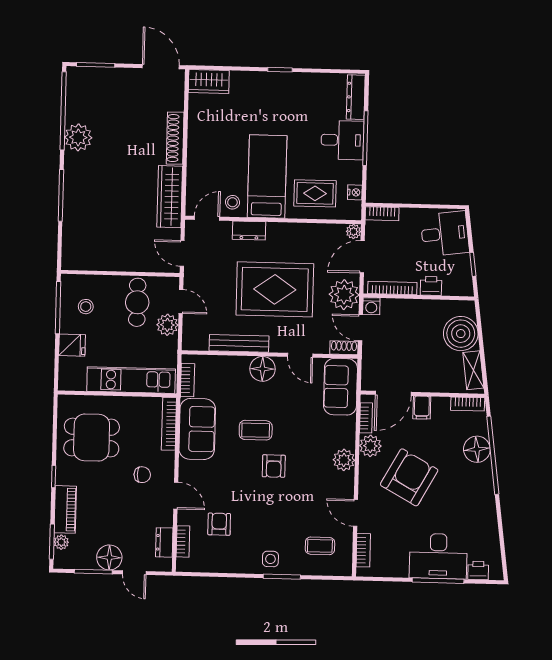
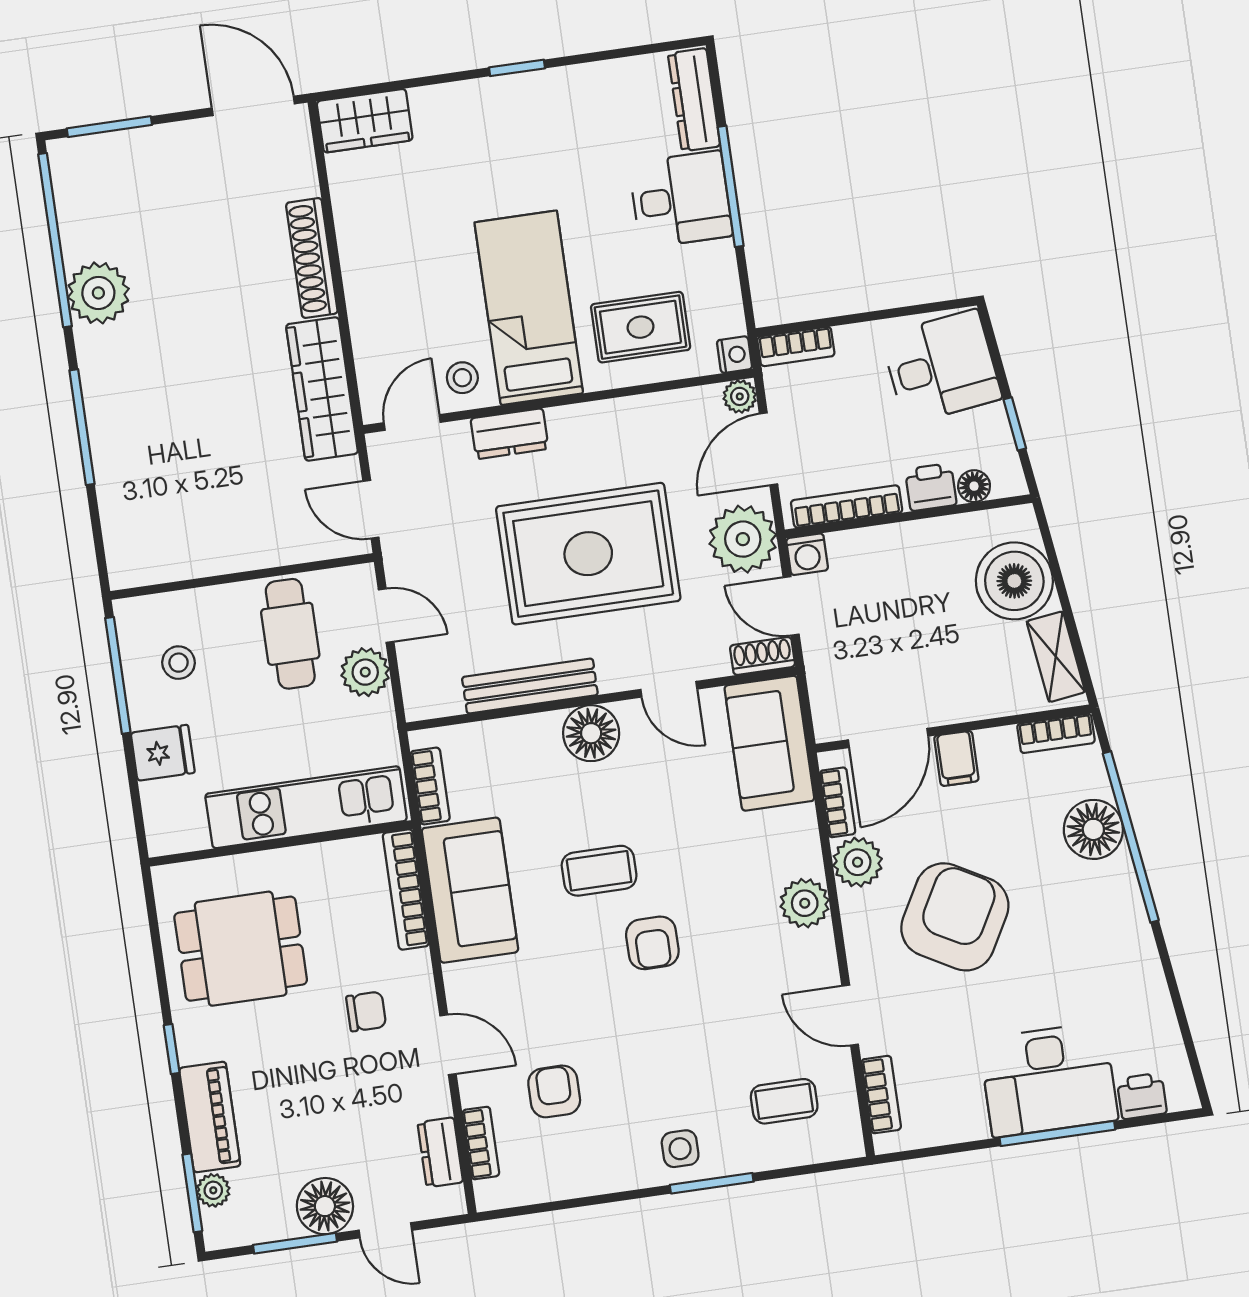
nightstand: (355, 192) -> (734, 355), moved
floor lamp: (450, 289) -> (974, 486), added

